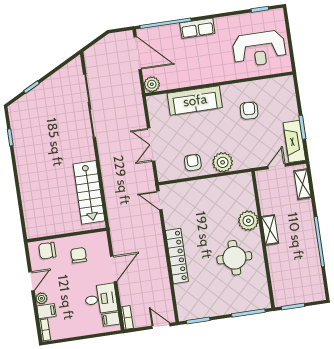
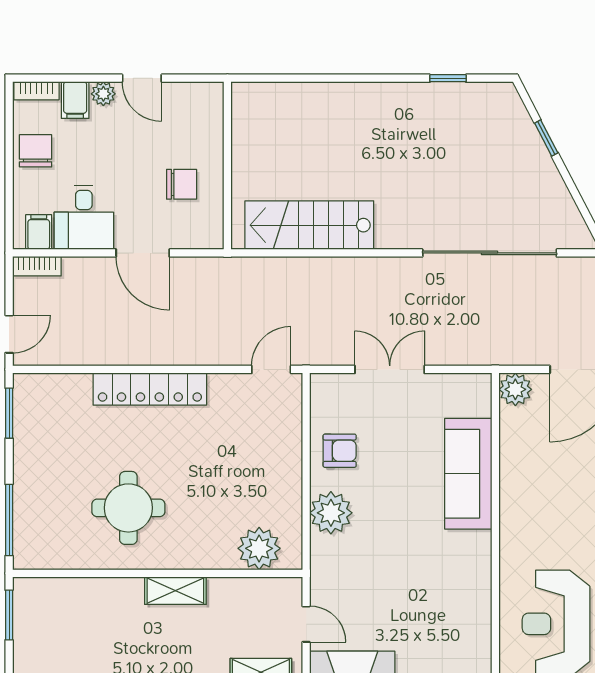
armchair: (249, 111) -> (430, 584), removed
plant: (248, 221) -> (259, 548), moved
chair: (47, 251) -> (36, 151), moved

